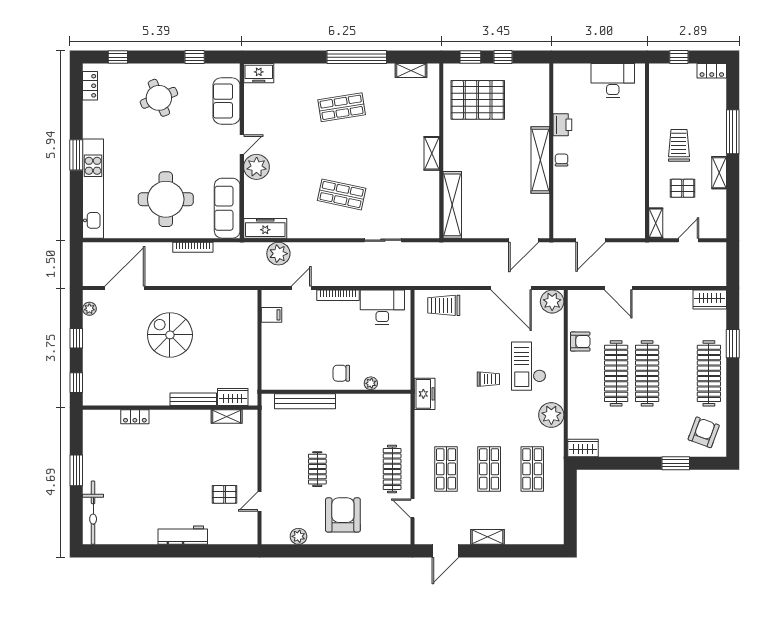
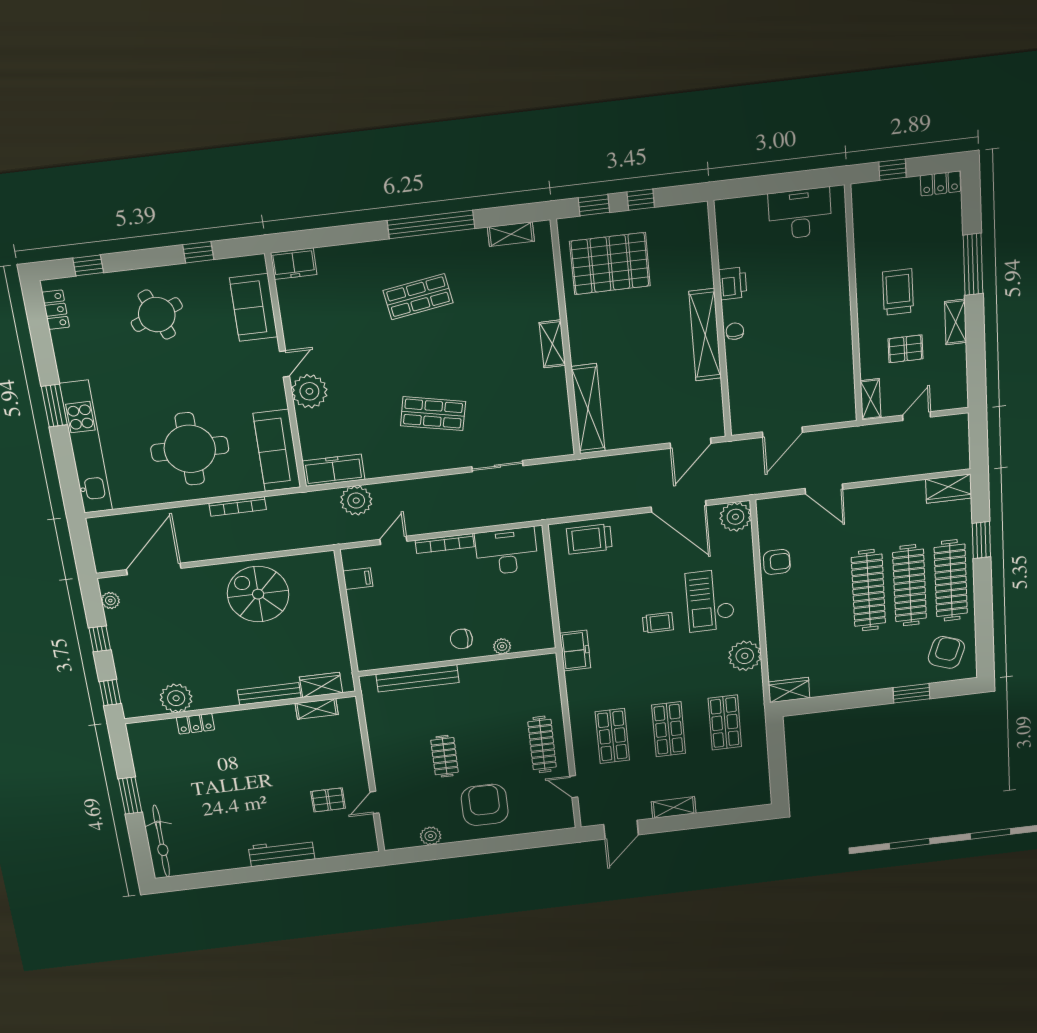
spiral stairs: (170, 335) -> (258, 594), moved
clothes rail: (616, 373) -> (910, 585), moved
plant: (124, 394) -> (176, 698), added

